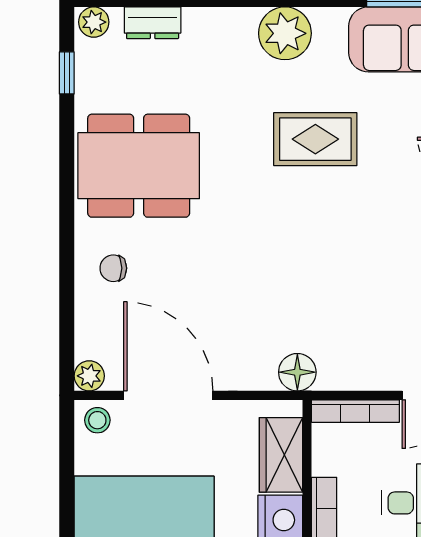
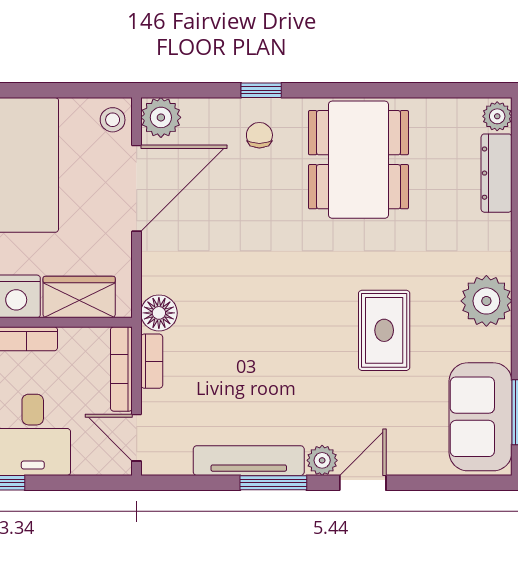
dresser: (153, 23) -> (496, 173), width x1.44
window: (67, 73) -> (261, 90), moved
plant: (89, 376) -> (161, 117), width x1.38, depth x1.38
bookcase: (347, 380) -> (152, 361), added

